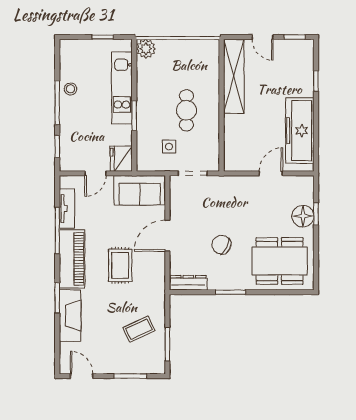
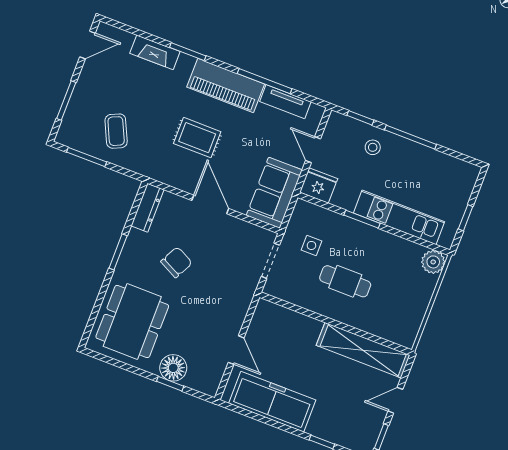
stool: (71, 89) -> (373, 147), moved
fireplace: (70, 315) -> (155, 52), width x0.73, depth x0.76

